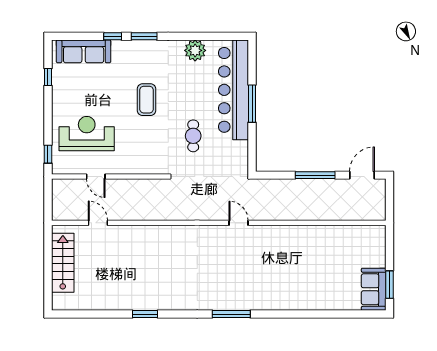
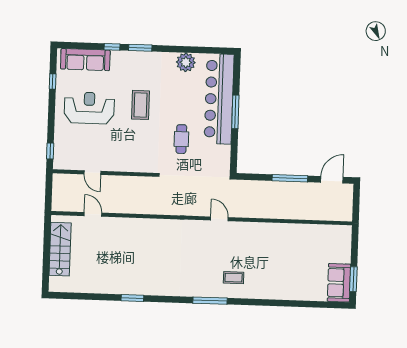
reception desk: (87, 134) -> (89, 108), moved
coffee table: (256, 288) -> (234, 278), added

